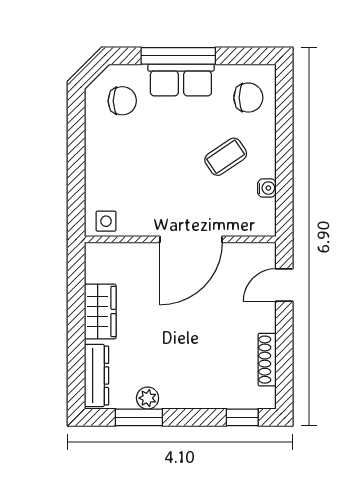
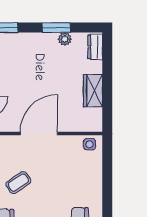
dresser: (96, 375) -> (95, 47), width x0.70
window: (139, 417) -> (56, 28), moved

